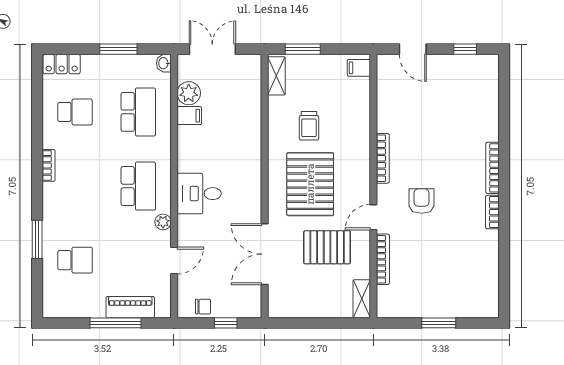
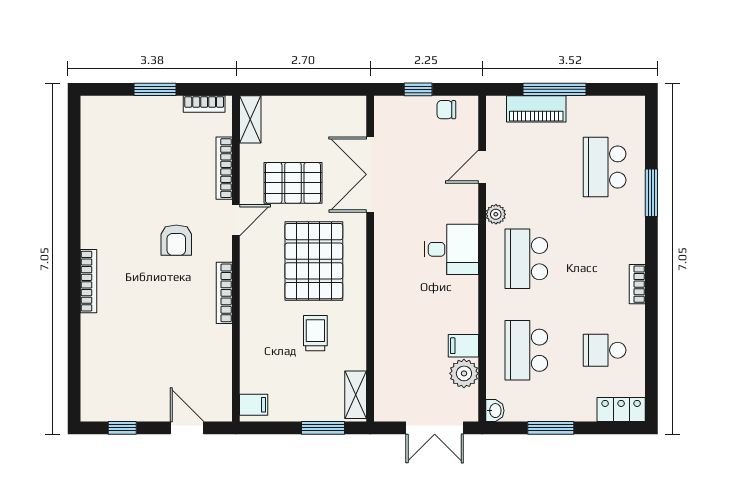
bookcase: (492, 212) -> (204, 104), moved, turned 90
double door: (265, 254) -> (370, 174), swing flipped
school desk: (75, 260) -> (605, 167), width x1.85

